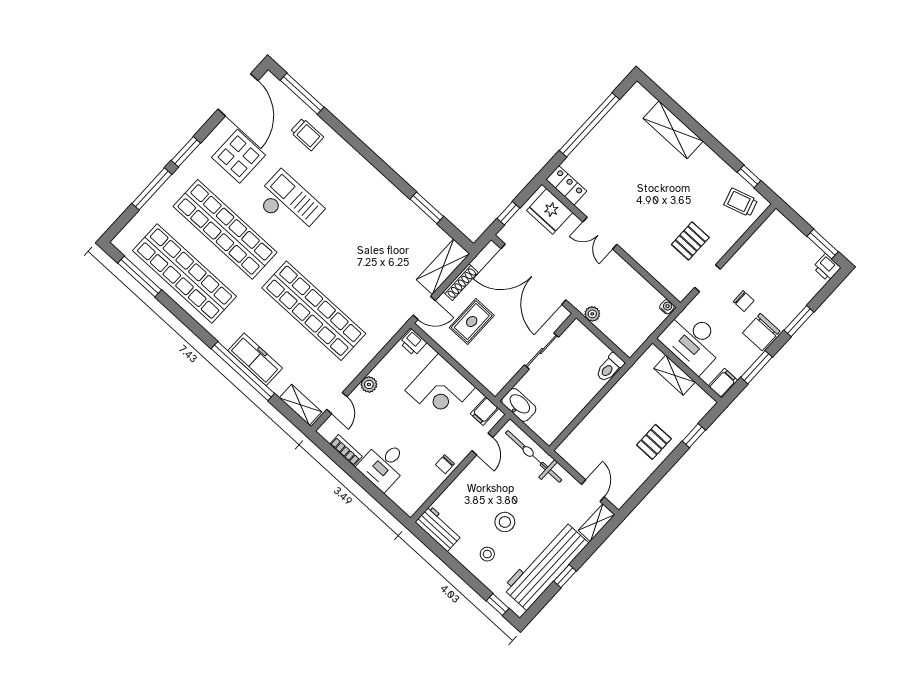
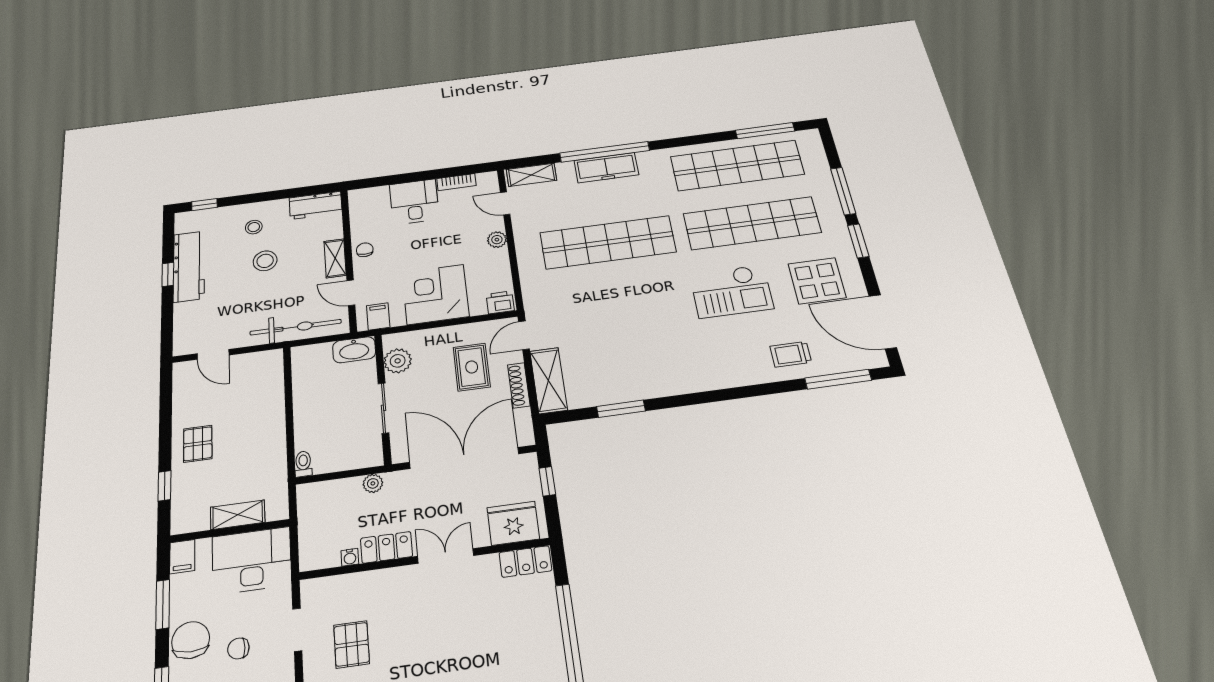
locker: (622, 271) -> (386, 547), added
water cooler: (667, 307) -> (350, 557), moved
toilet: (610, 368) -> (303, 464), width x0.73, depth x0.72
plant: (504, 371) -> (398, 361), added
shelving: (597, 523) -> (335, 258), moved
workbench: (546, 566) -> (189, 266), width x0.73, depth x0.76

